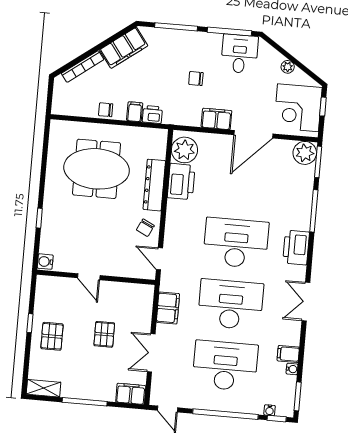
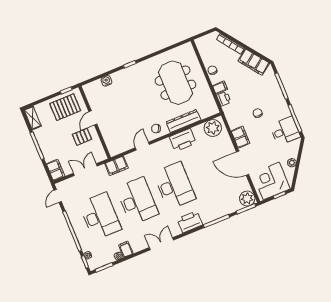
printer: (181, 182) -> (183, 140), moved
door: (89, 277) -> (93, 118), moved
wall: (96, 277) -> (95, 122), moved
pallet: (52, 336) -> (65, 107), width x1.50, depth x1.42

